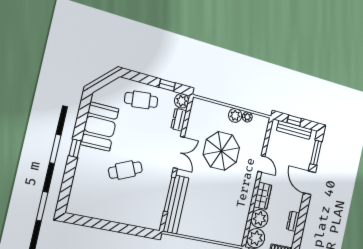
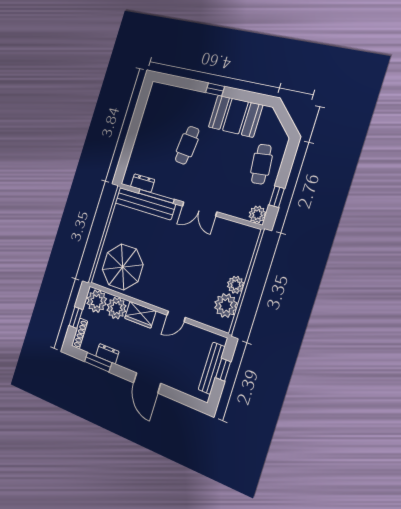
plant: (247, 117) -> (226, 305), width x1.88, depth x1.88
dresser: (179, 120) -> (143, 183), moved
parasol: (222, 151) -> (123, 267), moved
window: (316, 153) -> (98, 362), moved
cafe table: (125, 170) -> (187, 145), turned 30
door: (310, 183) -> (147, 383), swing flipped

